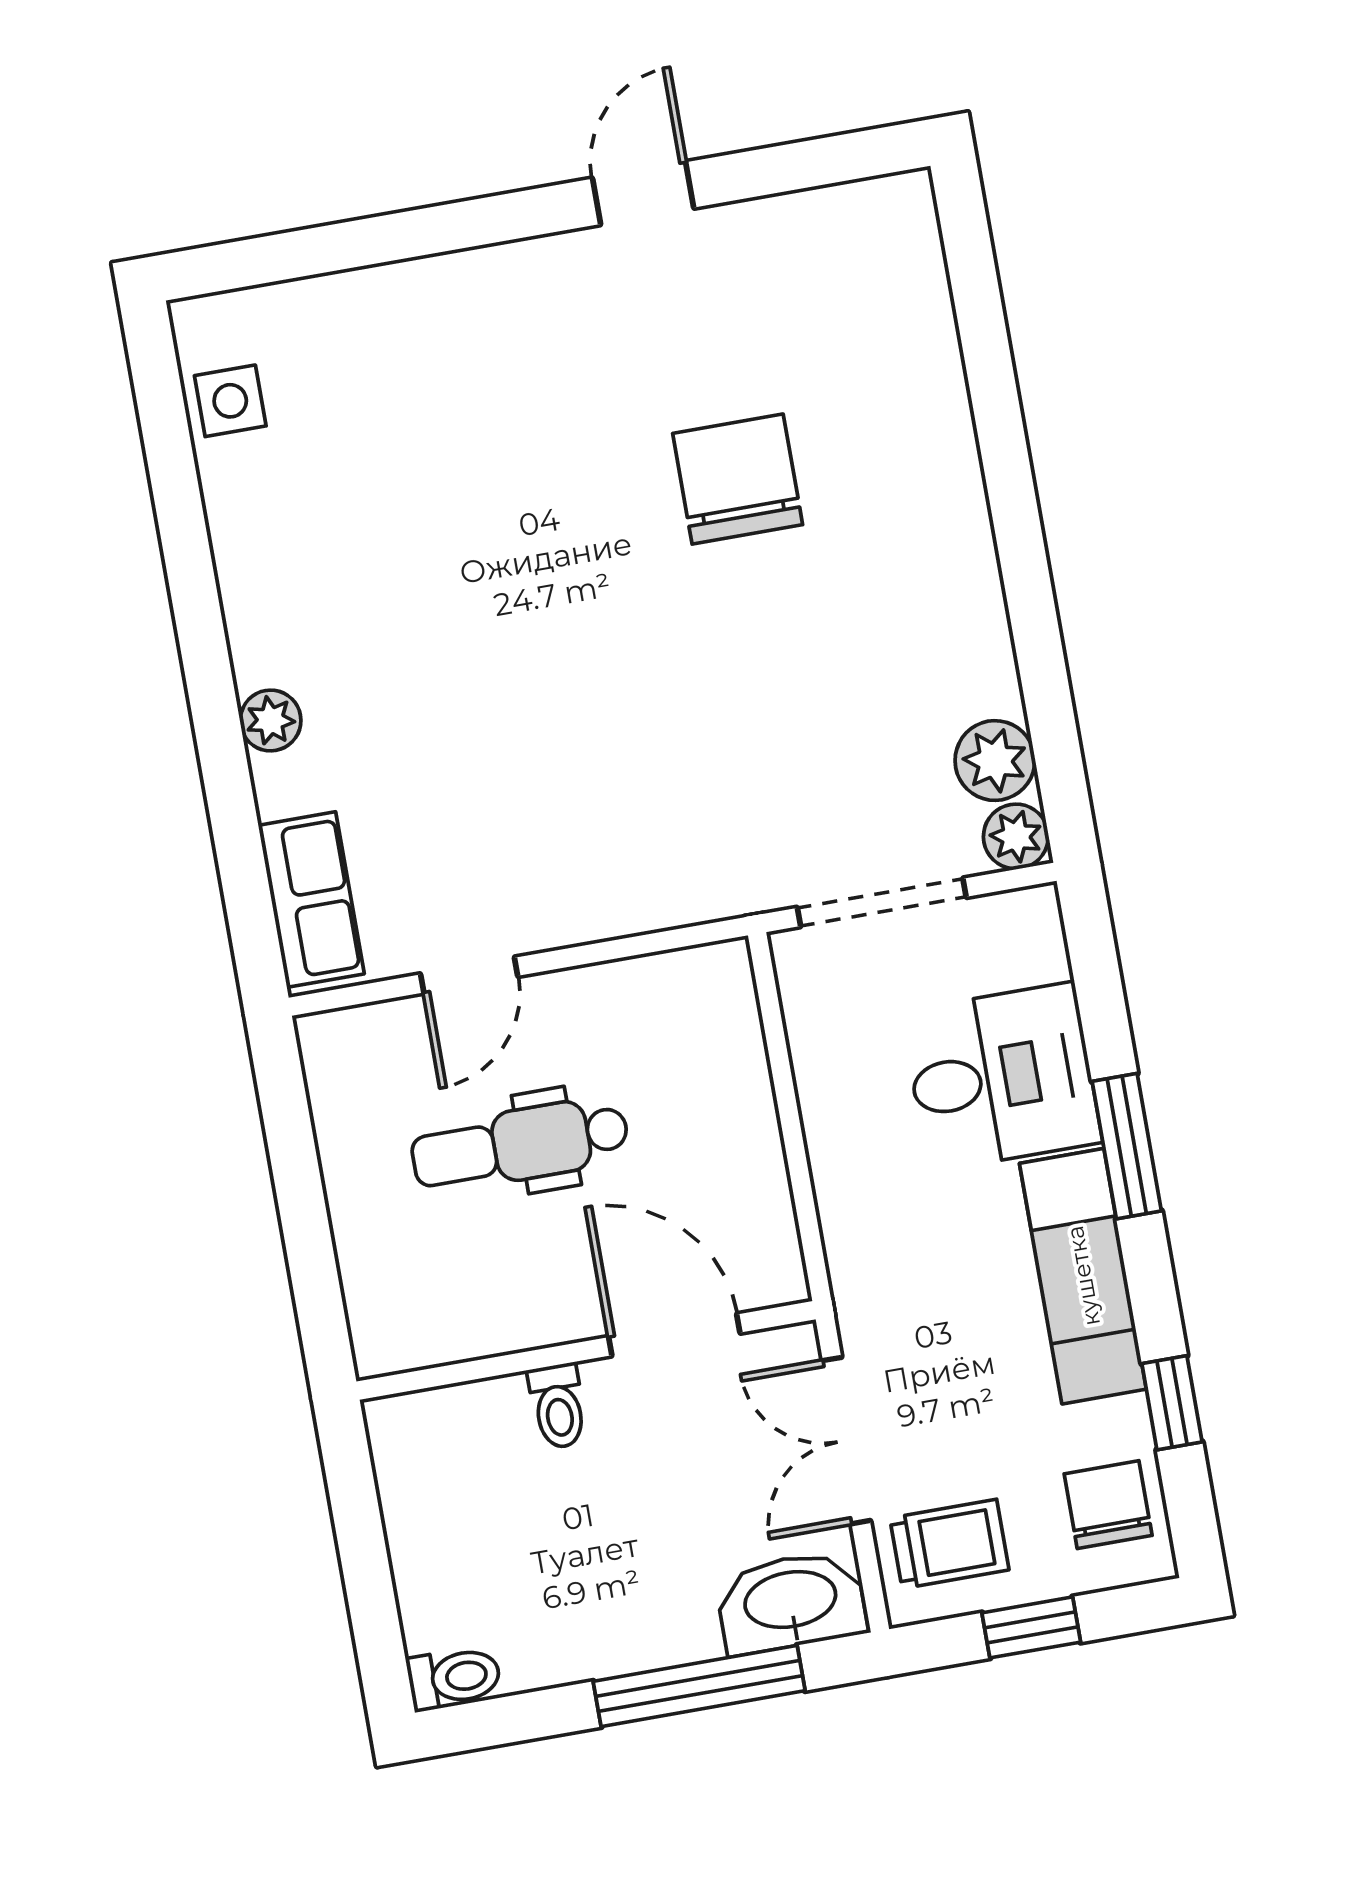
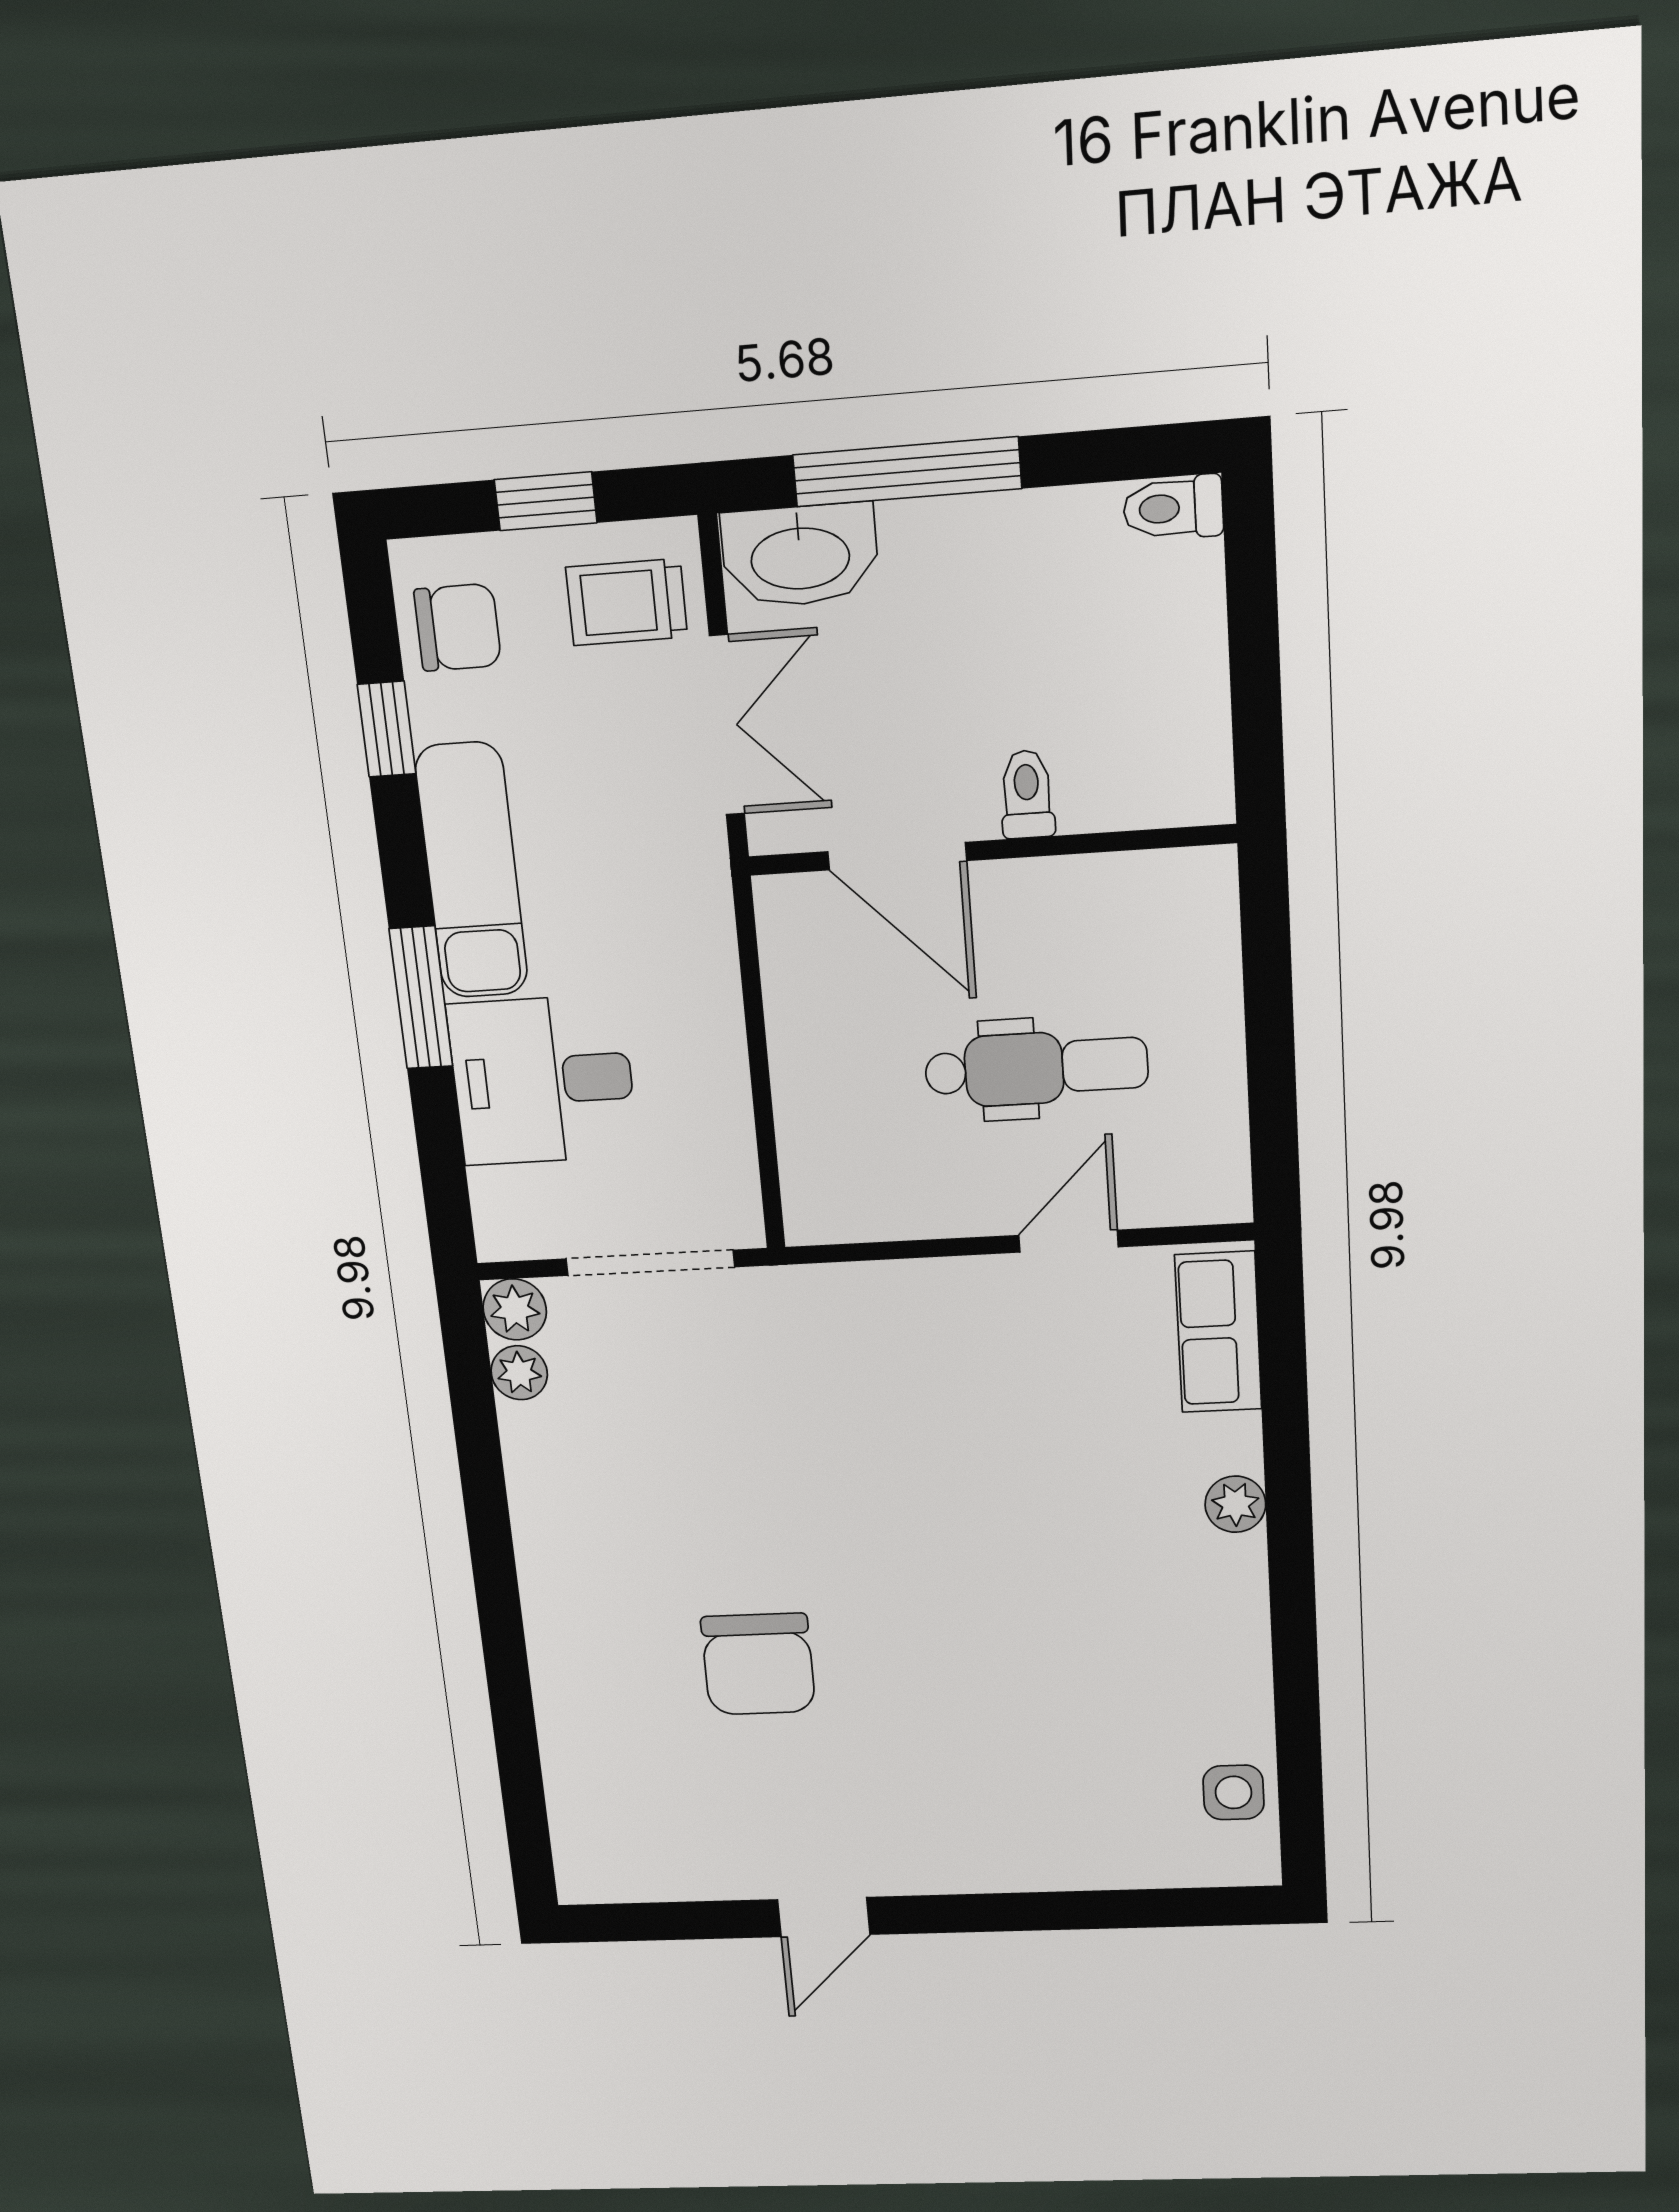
plant: (995, 761) -> (519, 1373), width x0.73, depth x0.73
chair: (1108, 1505) -> (458, 627), turned -90

